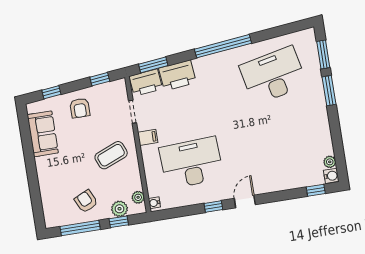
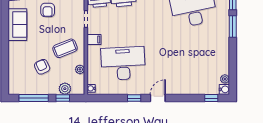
plant: (138, 197) -> (80, 69), moved
armchair: (86, 201) -> (42, 67), moved

